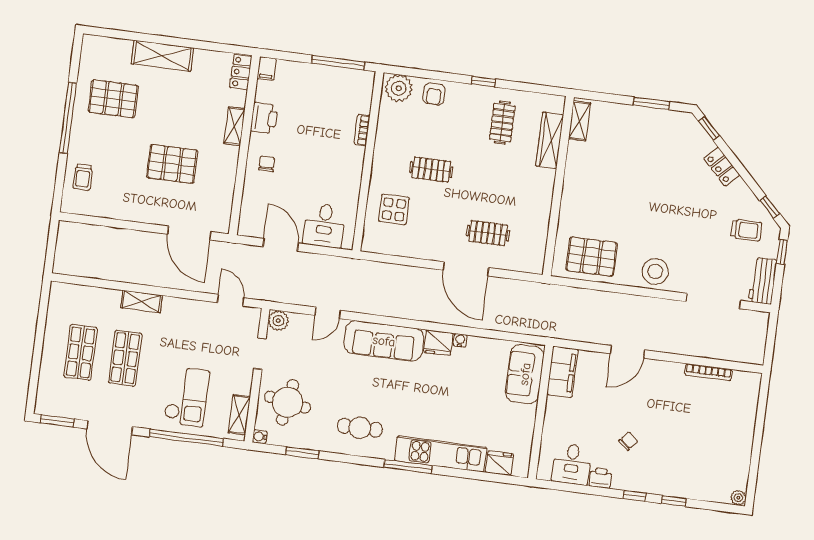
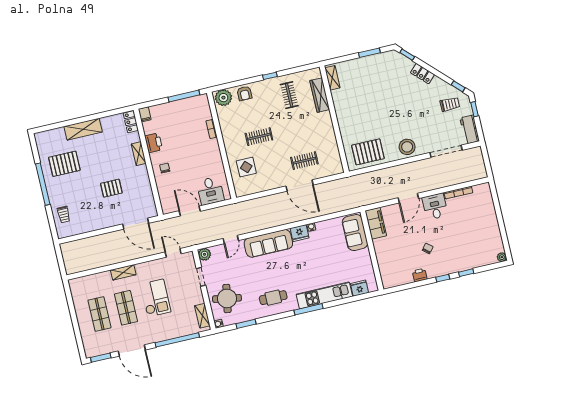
pallet: (172, 164) -> (111, 188), width x0.67, depth x0.71
checkout: (187, 397) -> (156, 298), moved
desk: (572, 464) -> (435, 206), moved, turned 180

